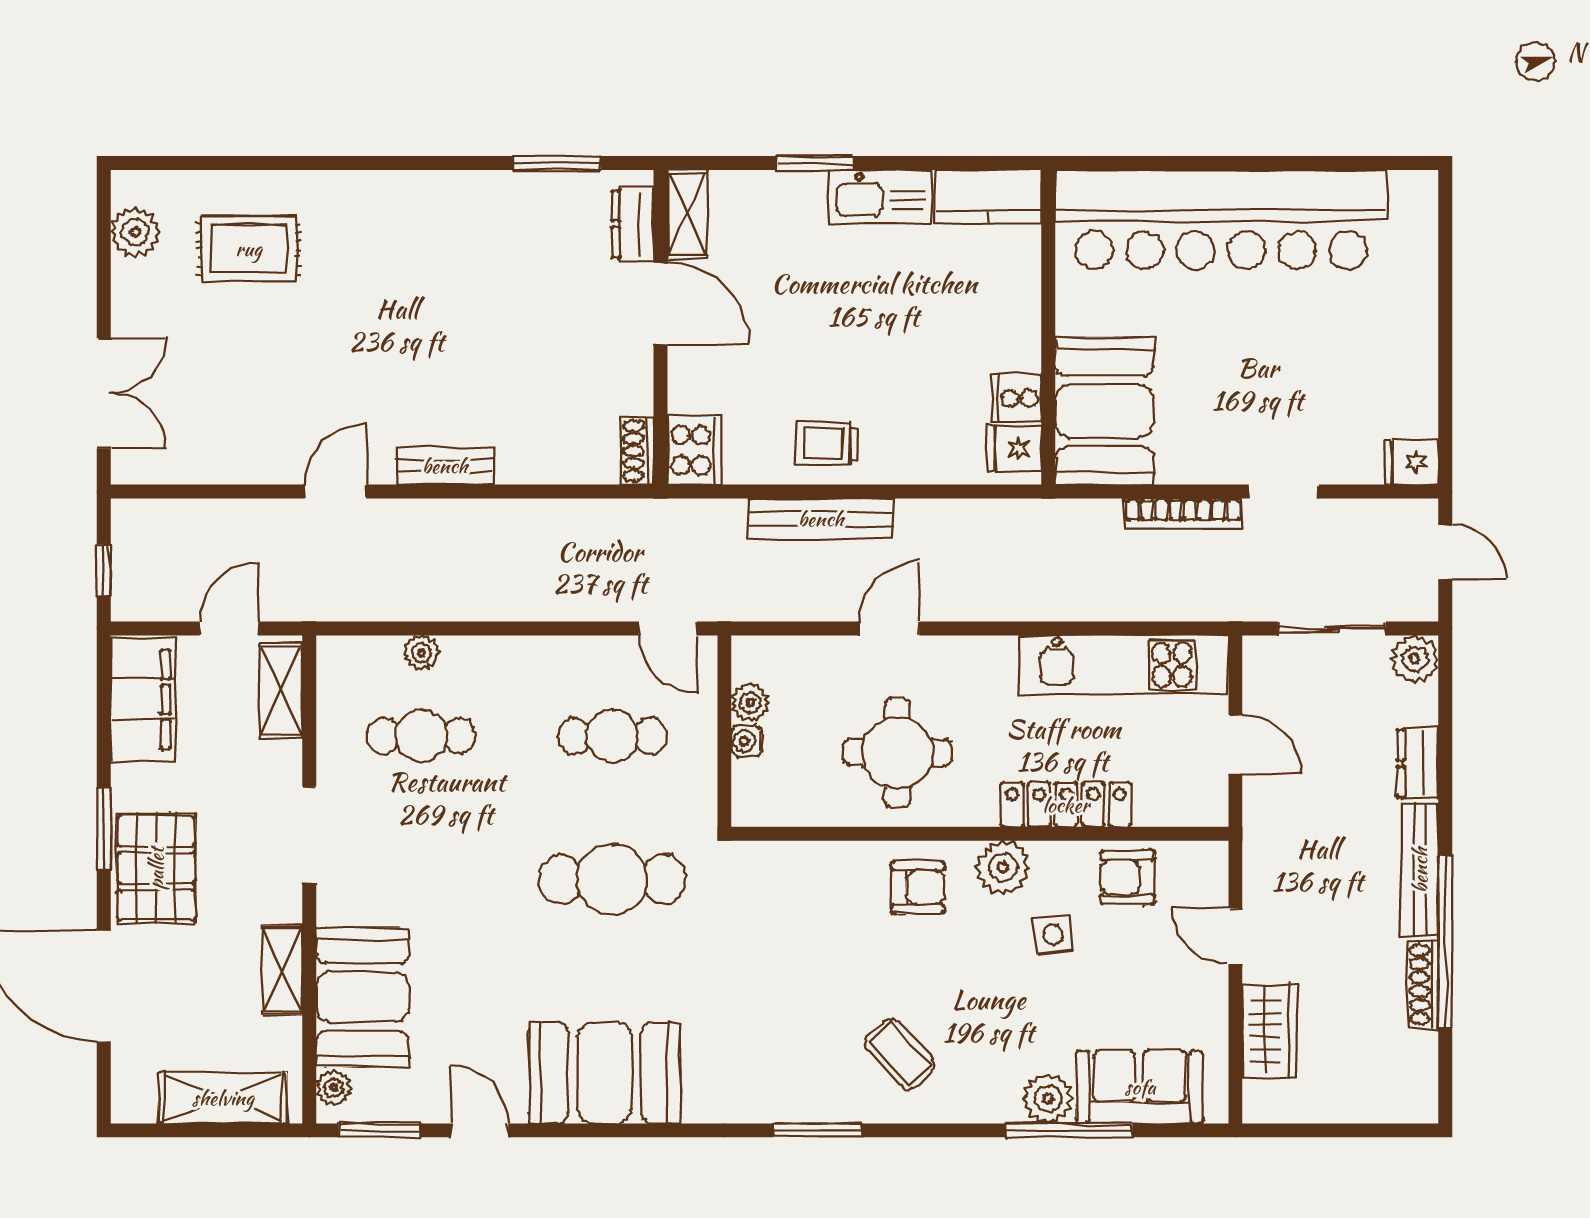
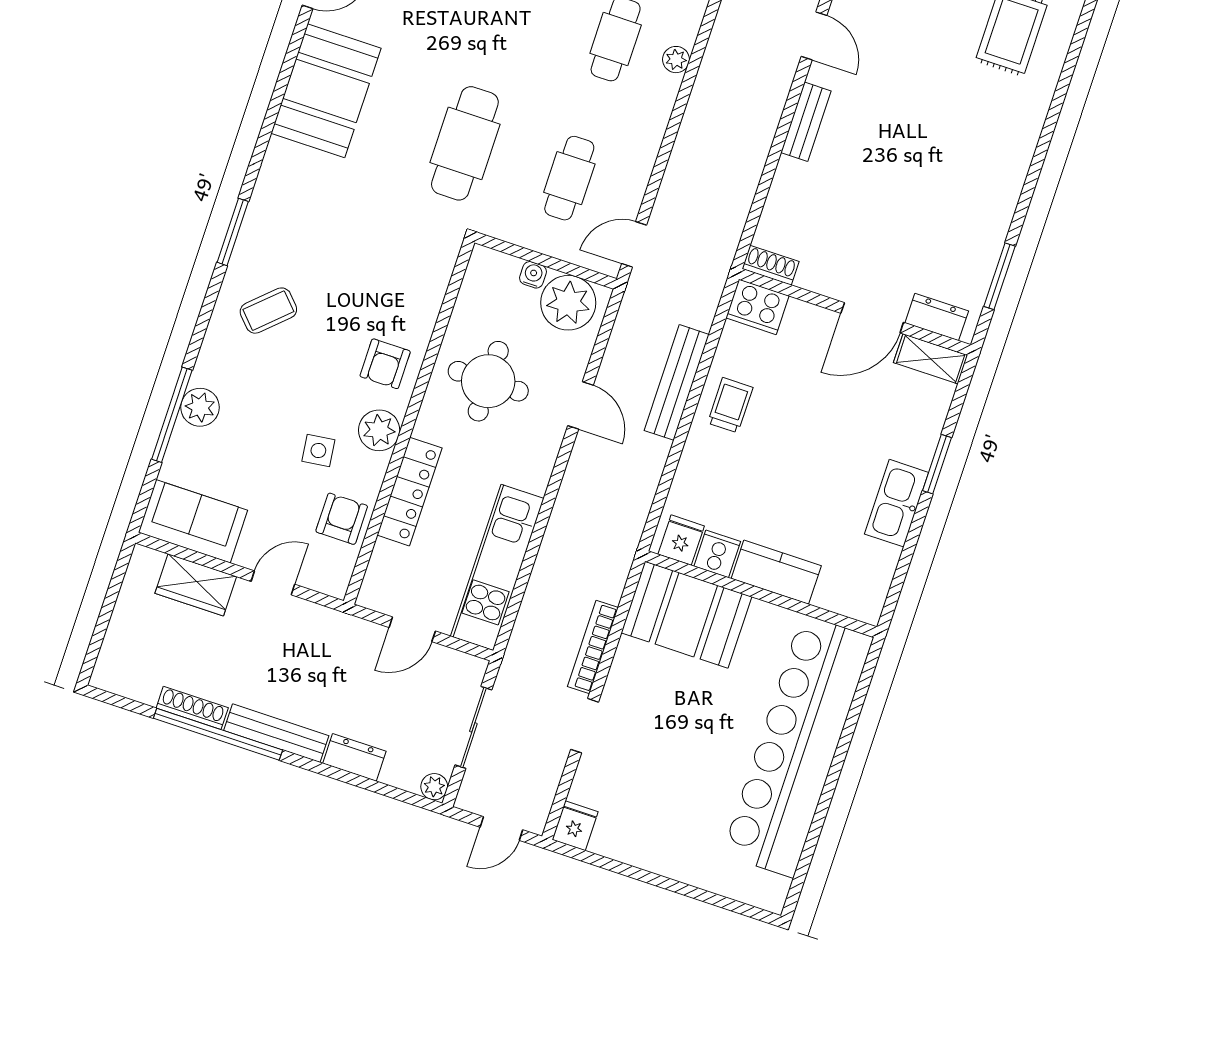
kitchen counter: (988, 197) -> (776, 572), moved, turned 90
plant: (1415, 659) -> (434, 787), width x0.73, depth x0.73
plant: (750, 703) -> (568, 303), width x1.88, depth x1.88
sofa: (1140, 1087) -> (193, 521), moved, turned -90

